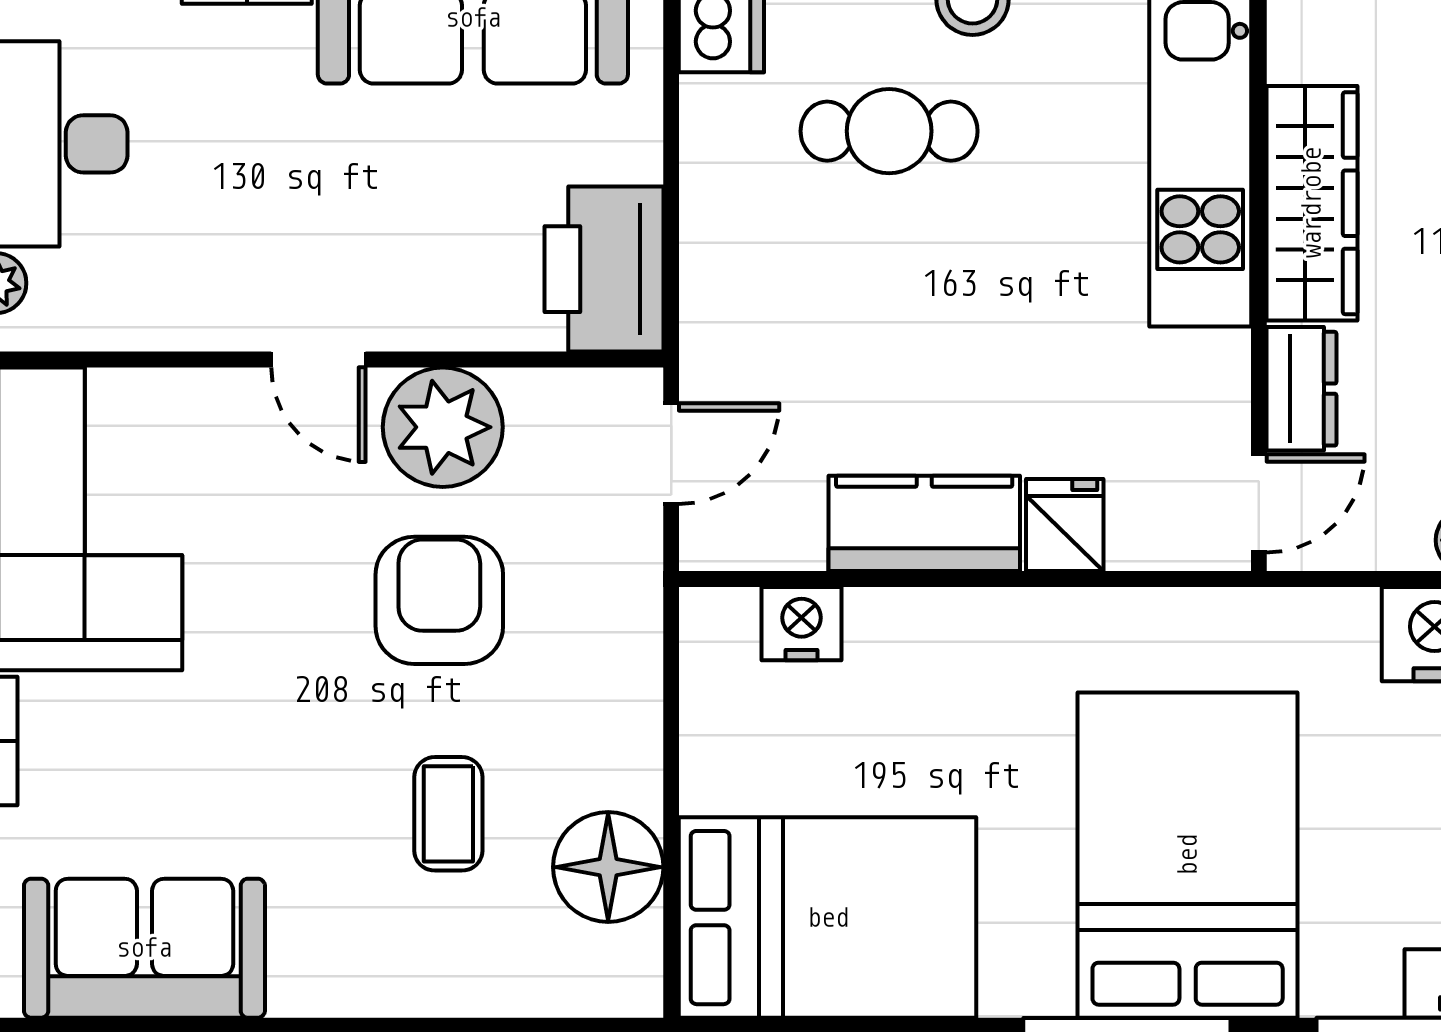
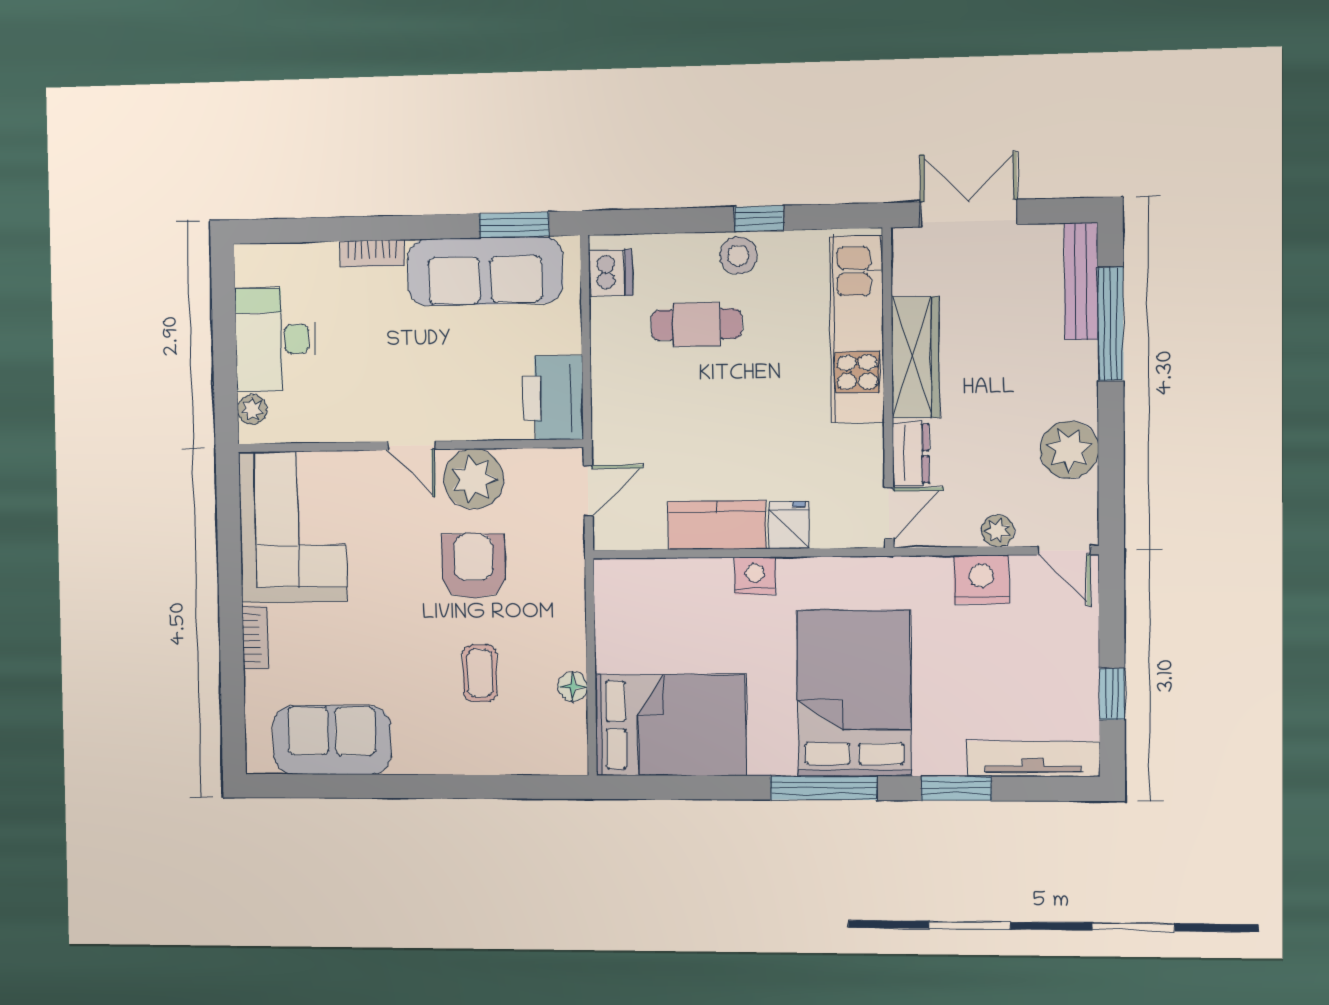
nightstand: (802, 624) -> (755, 576), moved
floor lamp: (608, 867) -> (573, 687), width x0.53, depth x0.53

